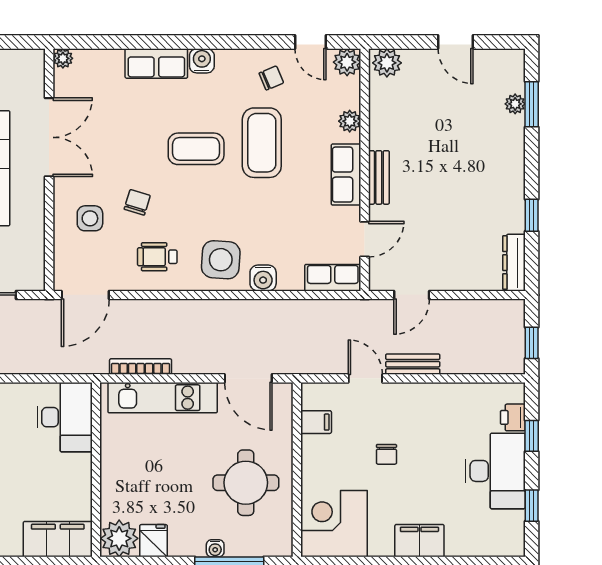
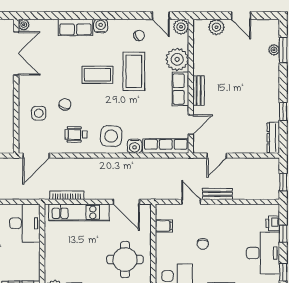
plant: (387, 63) -> (216, 27), moved
plant: (350, 121) -> (177, 59), width x1.88, depth x1.88
double door: (49, 137) -> (16, 53), moved
row of seats: (333, 278) -> (166, 146), width x1.48

